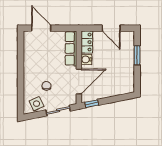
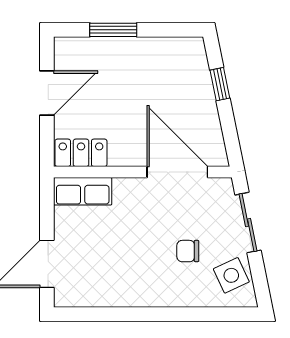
row of seats: (71, 48) -> (83, 191), width x0.68
water cooler: (86, 59) -> (123, 154), removed
window: (92, 104) -> (220, 84), moved

